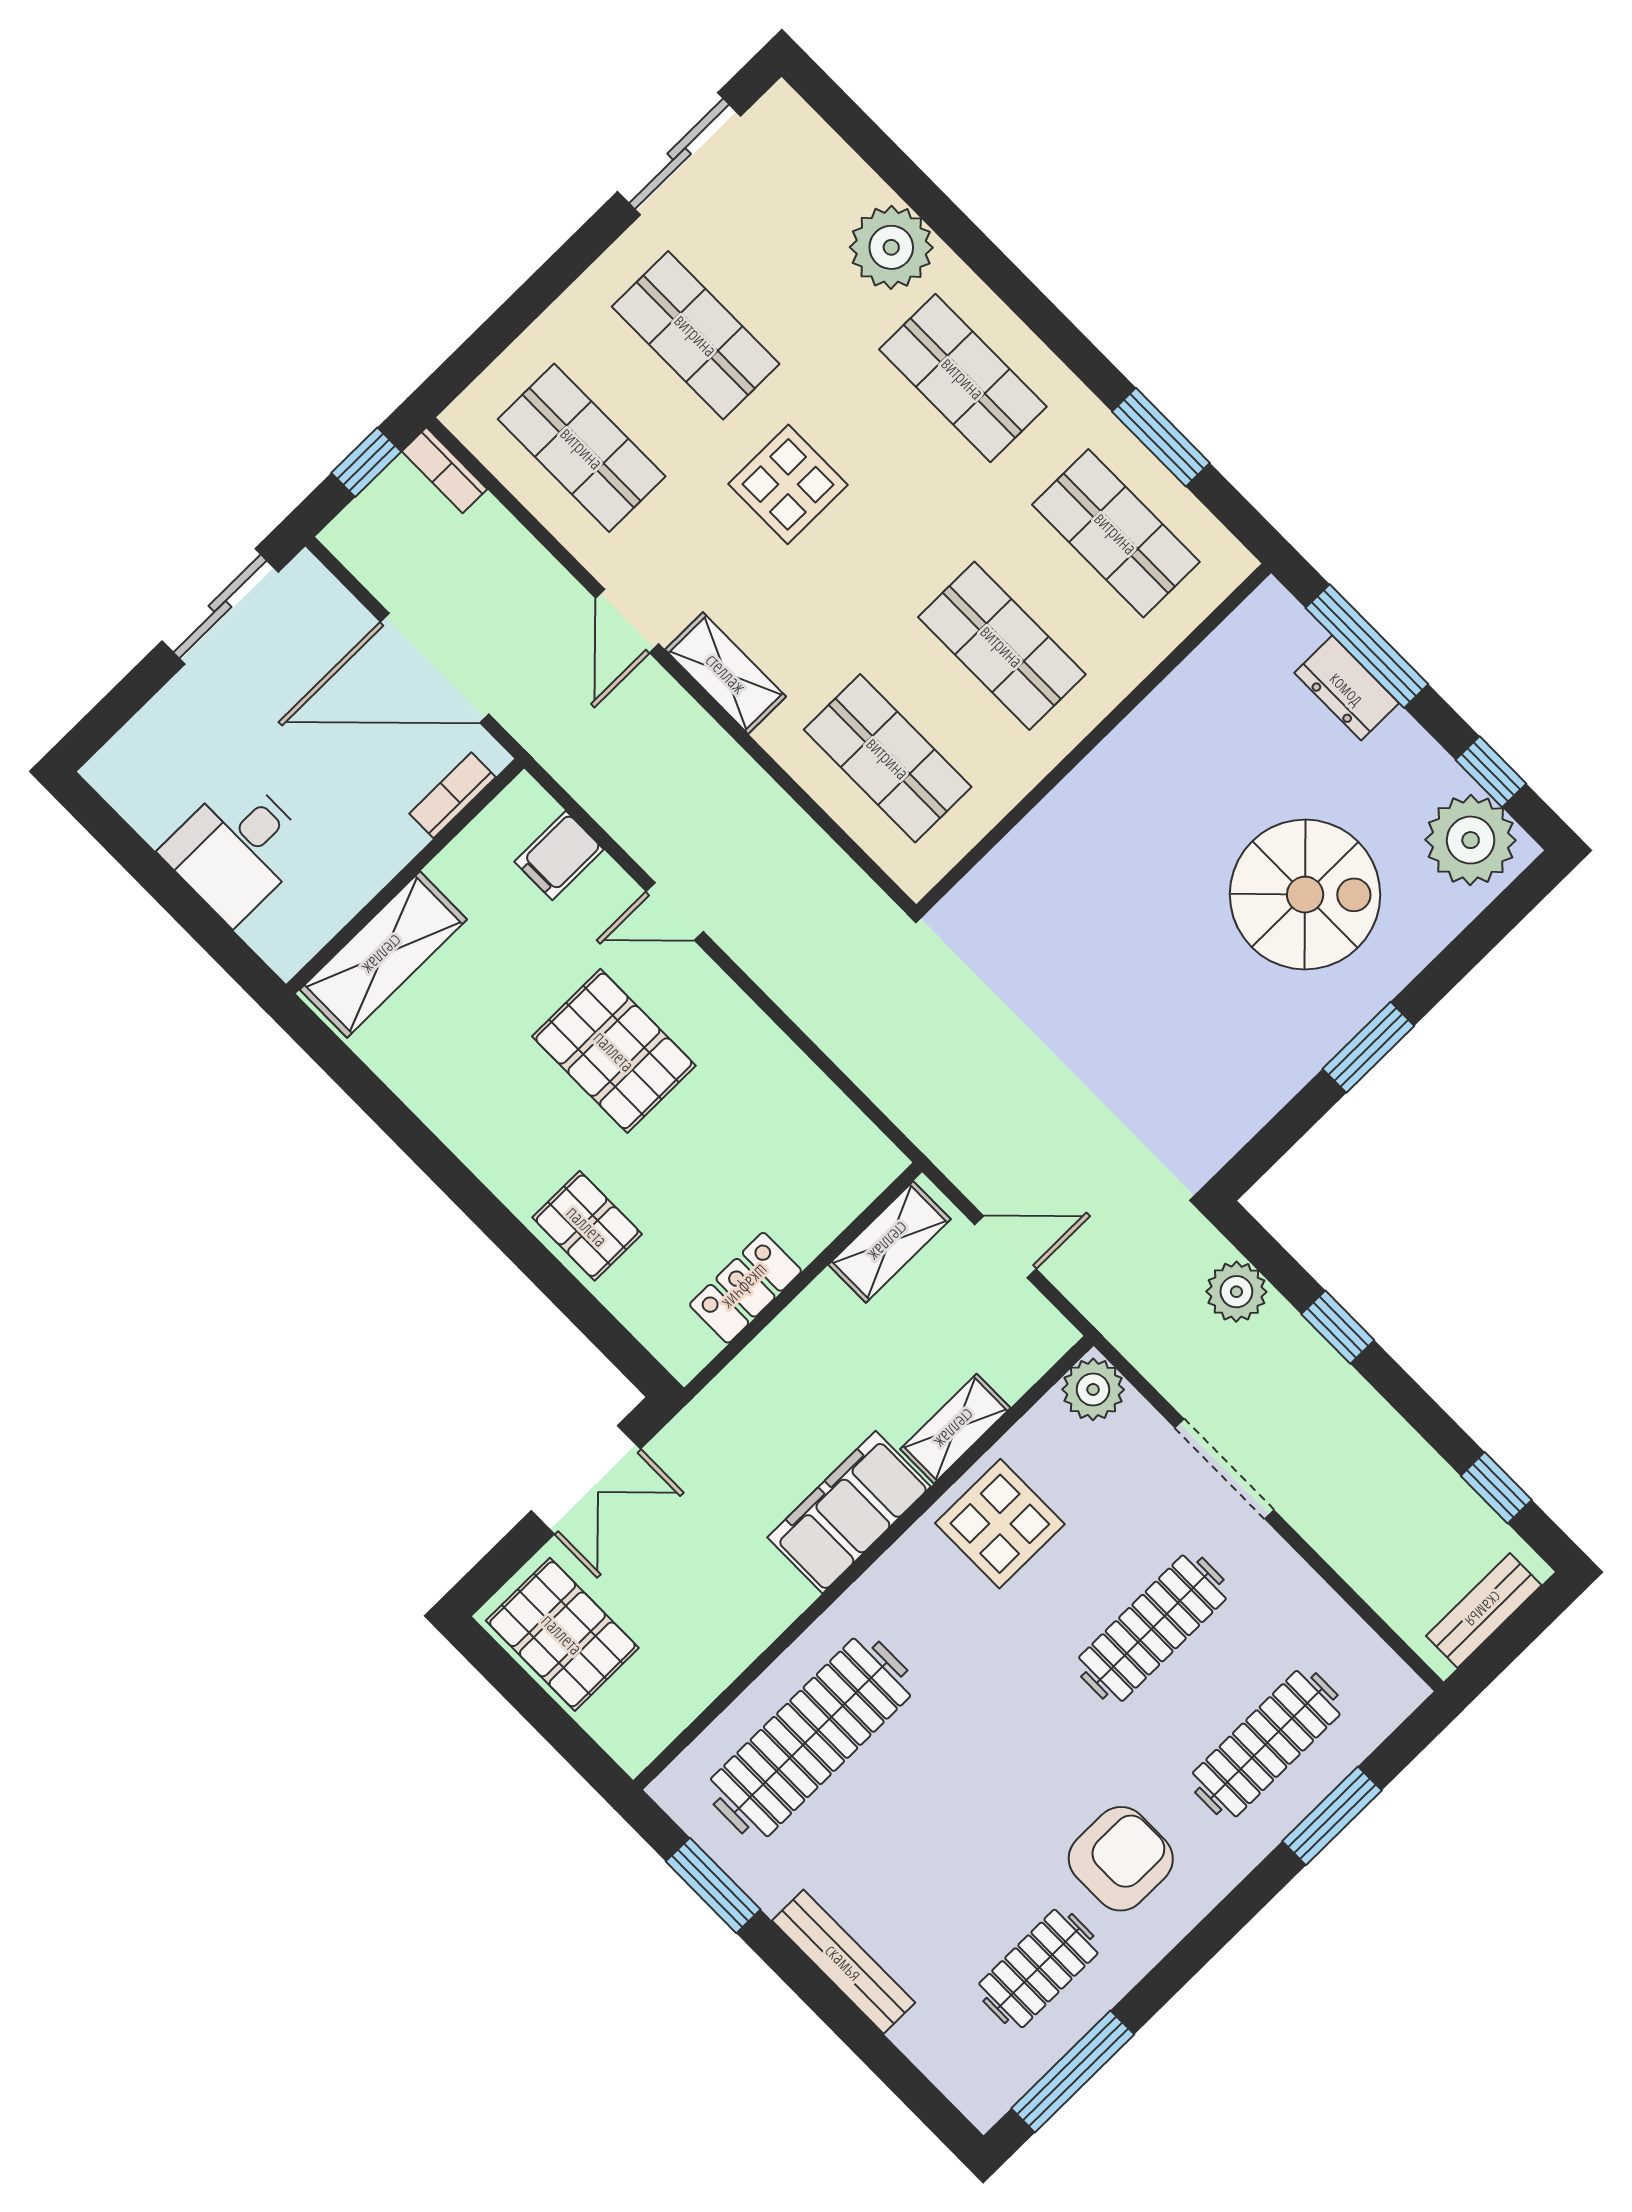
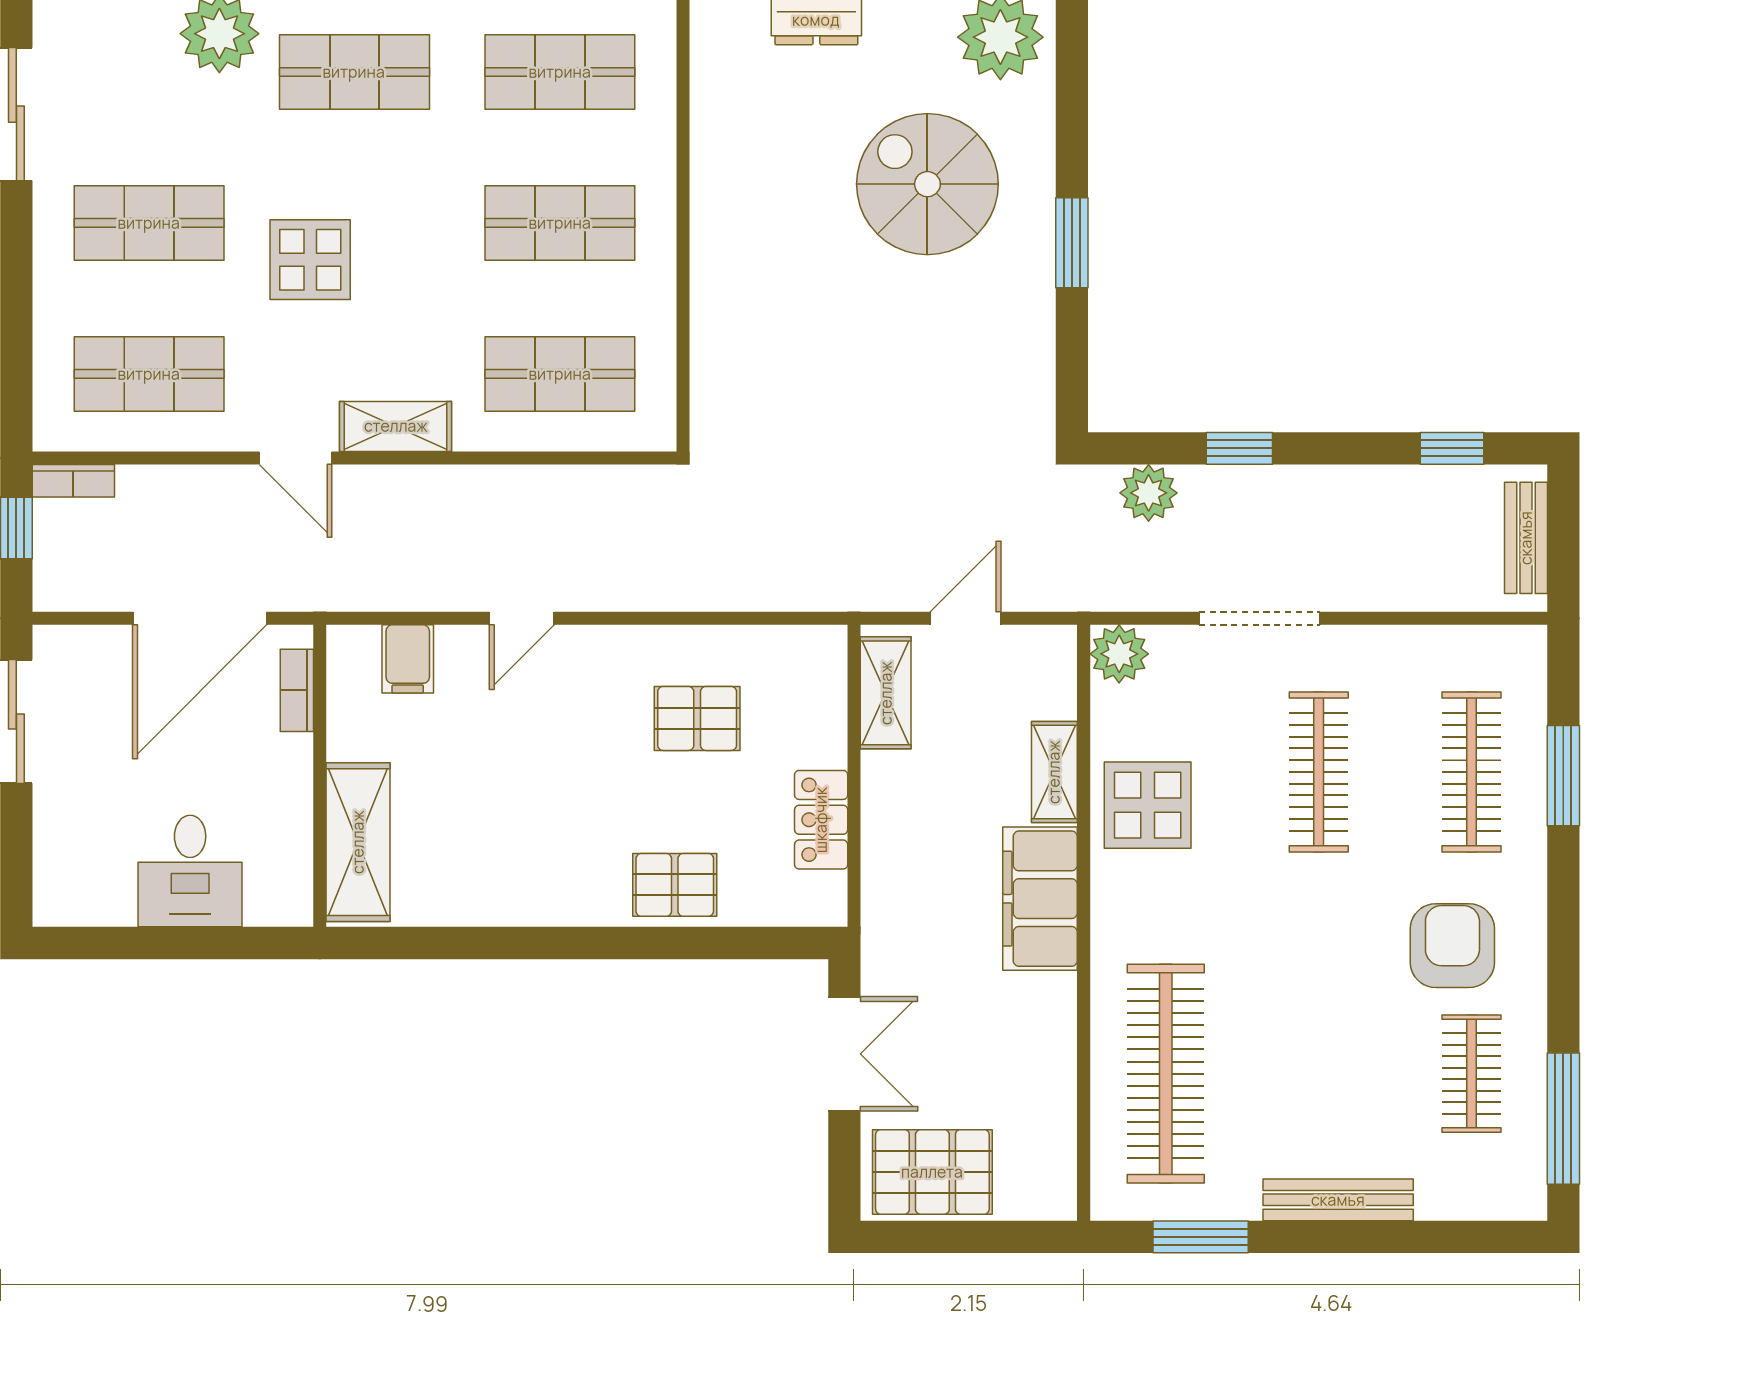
spiral stairs: (1305, 895) -> (927, 184), turned -90
pallet: (614, 1051) -> (697, 718), moved, width x0.67, depth x0.71

